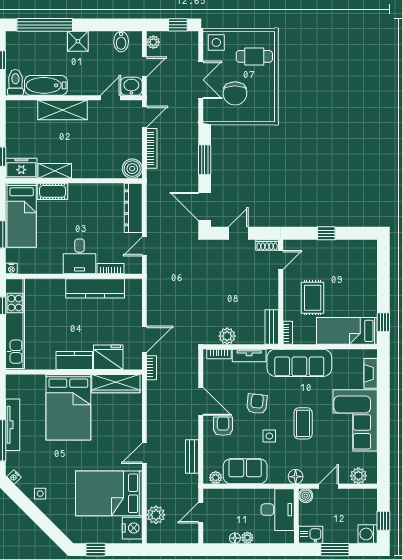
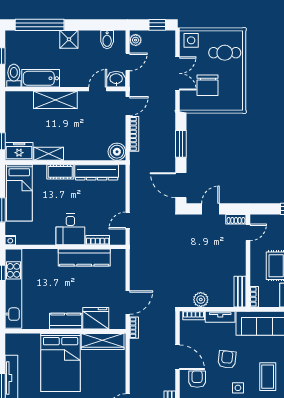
cot: (53, 191) -> (60, 172), moved
dresser: (133, 208) -> (97, 172), moved, turned -90

